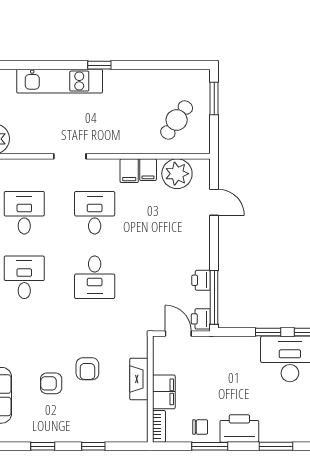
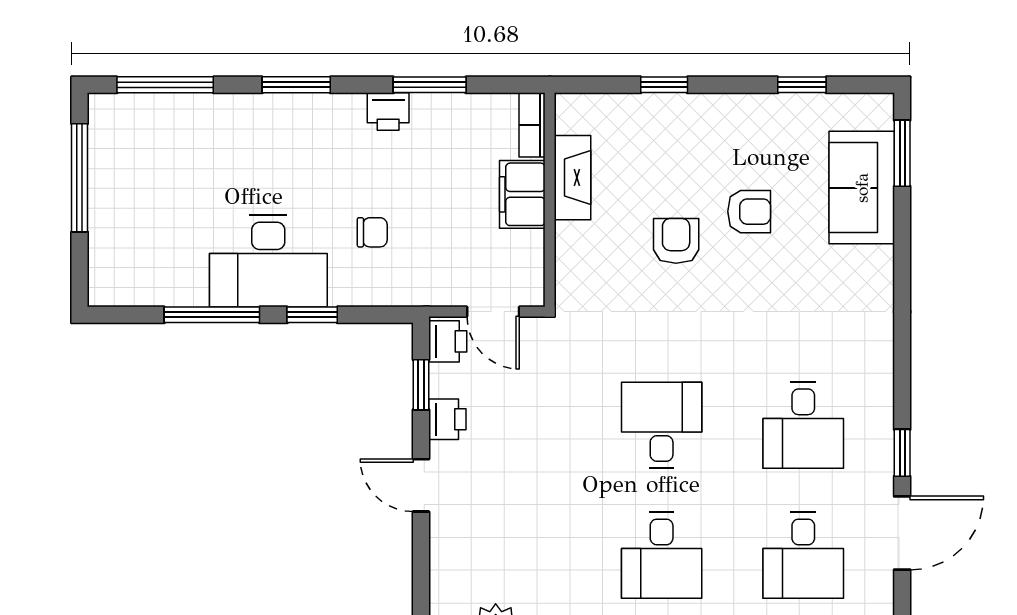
door: (214, 202) -> (421, 485), moved
window: (214, 297) -> (421, 385), width x0.46
fireplace: (139, 379) -> (572, 178), moved
chair: (200, 427) -> (372, 232), moved, turned 180
printer: (239, 429) -> (388, 112), width x0.53, depth x0.68
window: (43, 446) -> (802, 85), moved

